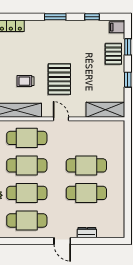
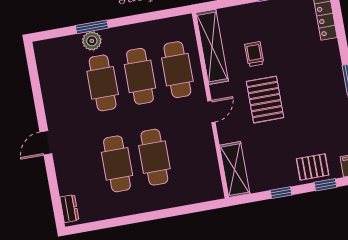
pallet: (59, 79) -> (265, 100), turned 90
cafe table: (27, 220) -> (65, 90), removed
dresser: (87, 233) -> (69, 209), moved

